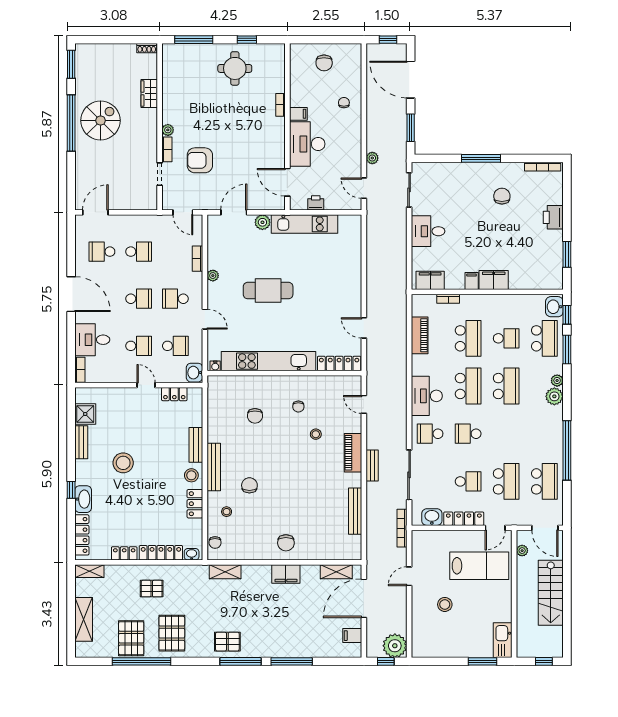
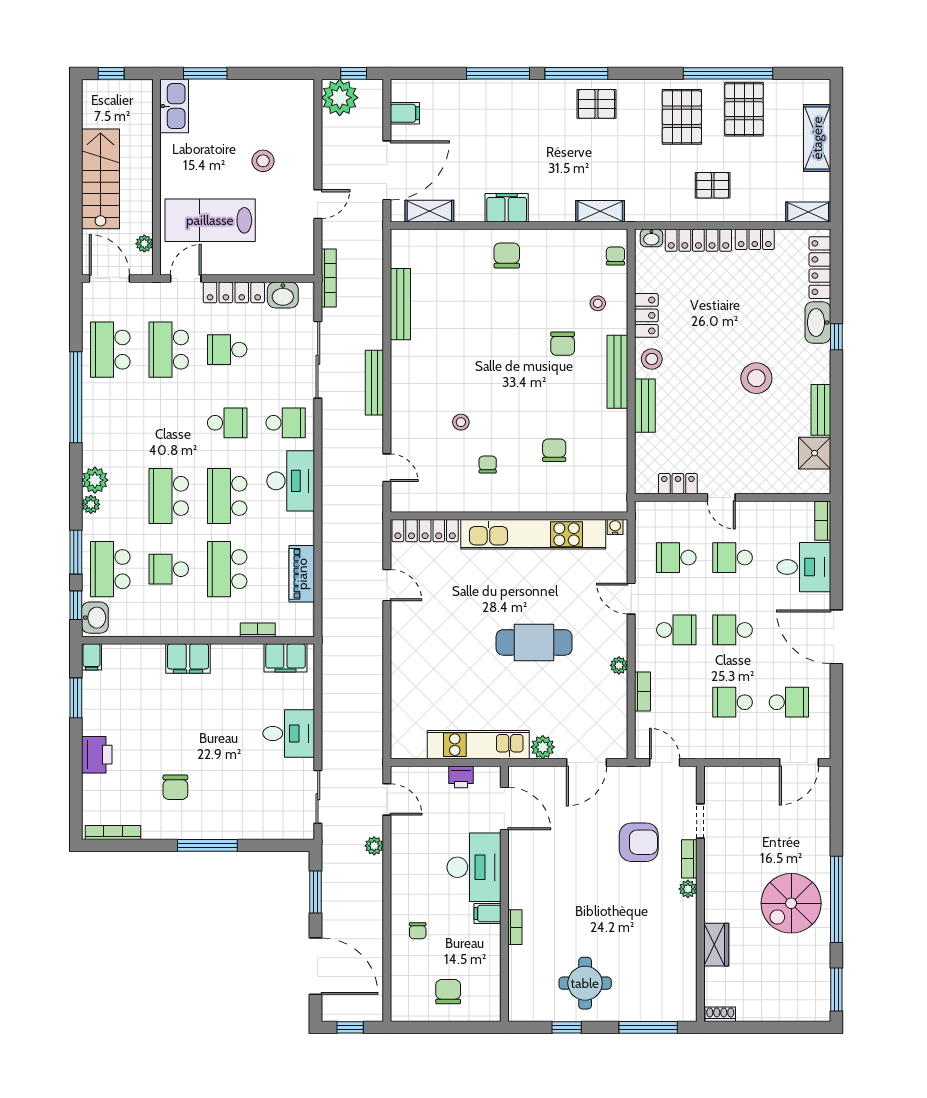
filing cabinet: (472, 281) -> (92, 657), moved
washbasin: (194, 373) -> (647, 517), removed
piano: (353, 453) -> (404, 394), removed
bench: (372, 465) -> (374, 383), width x1.36

